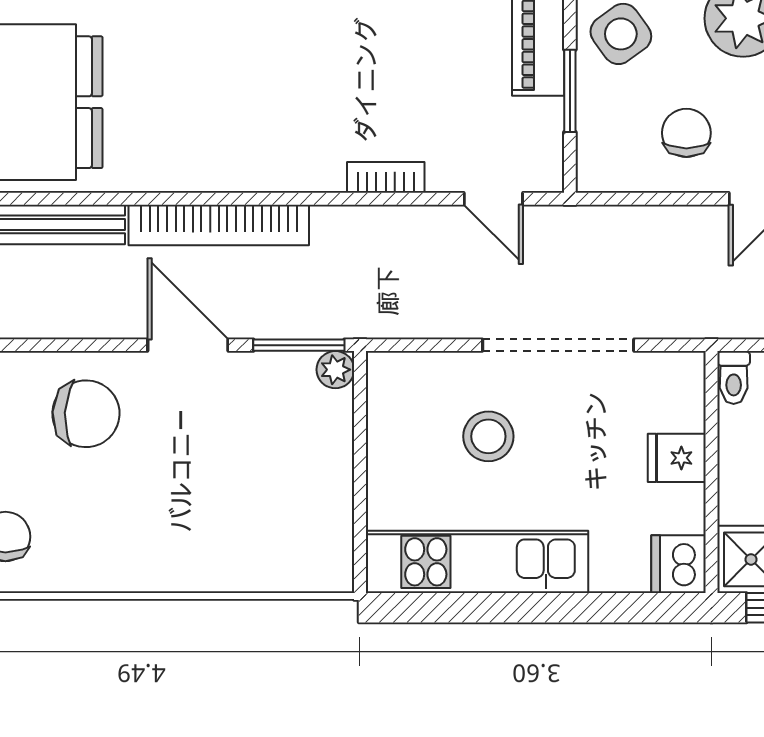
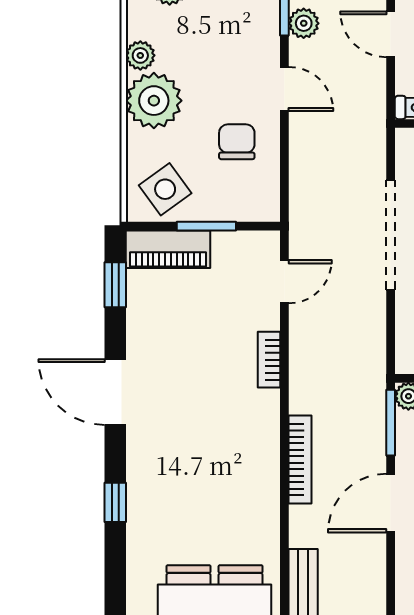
chair: (686, 133) -> (237, 142), turned 90
bookcase: (219, 225) -> (300, 460), width x0.68, depth x0.76

